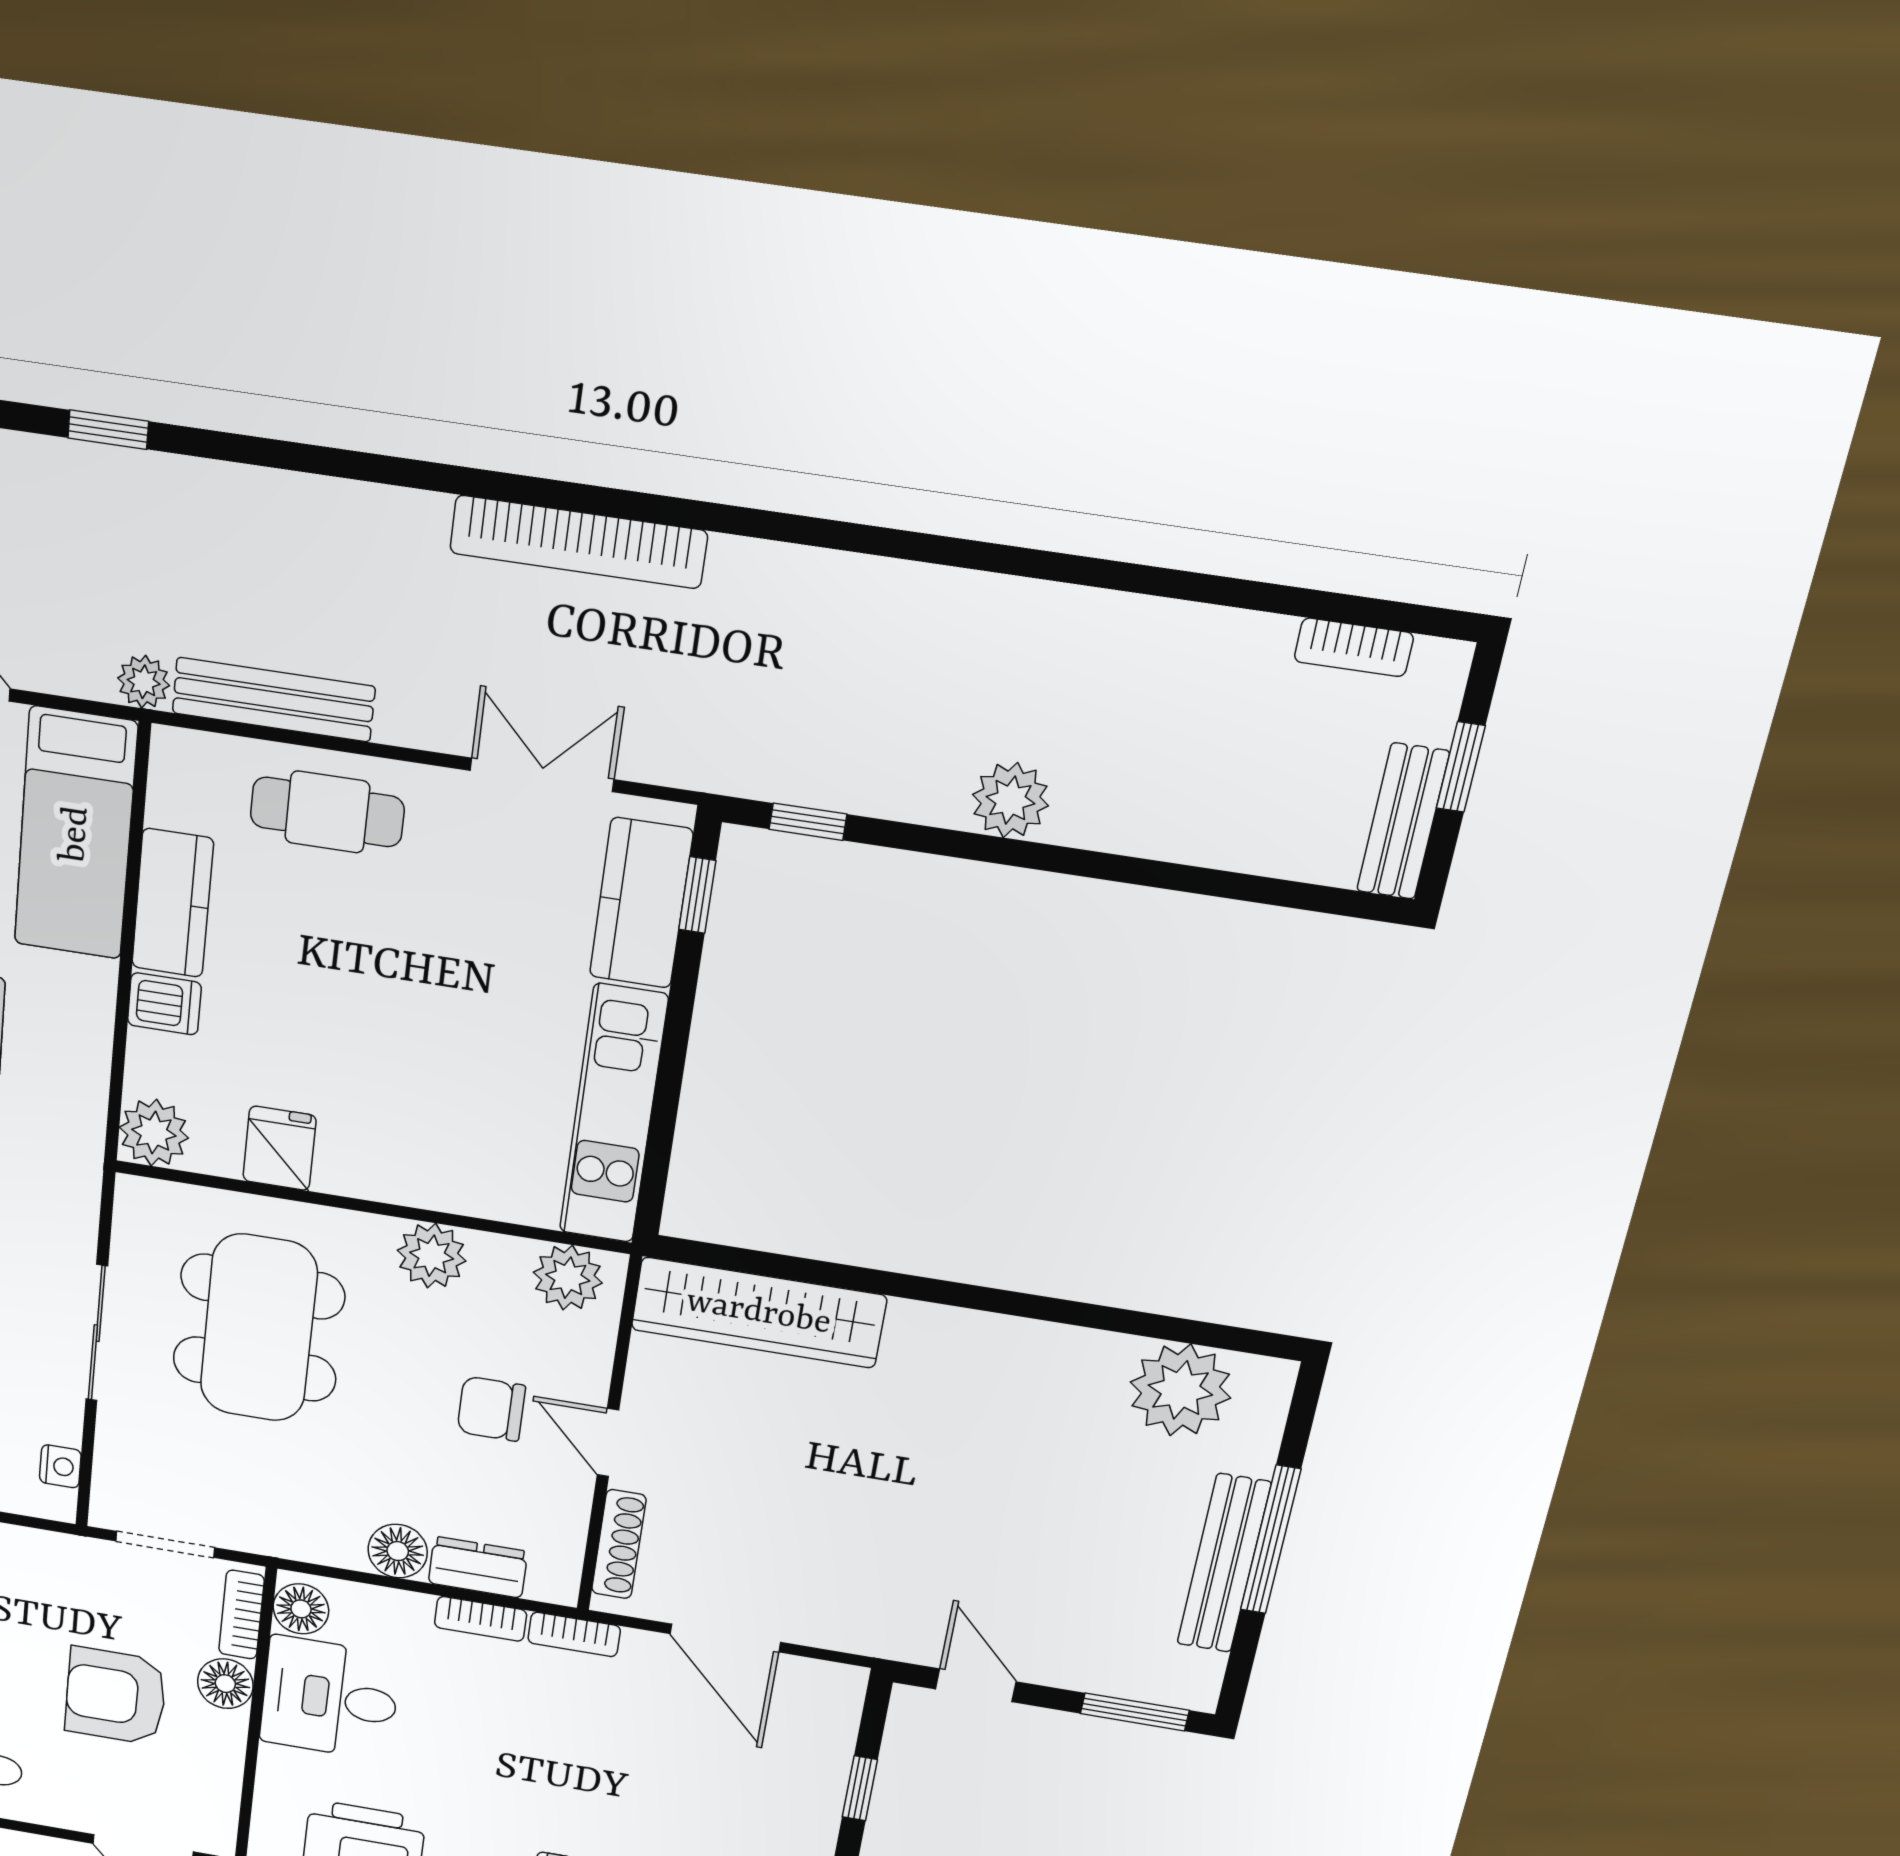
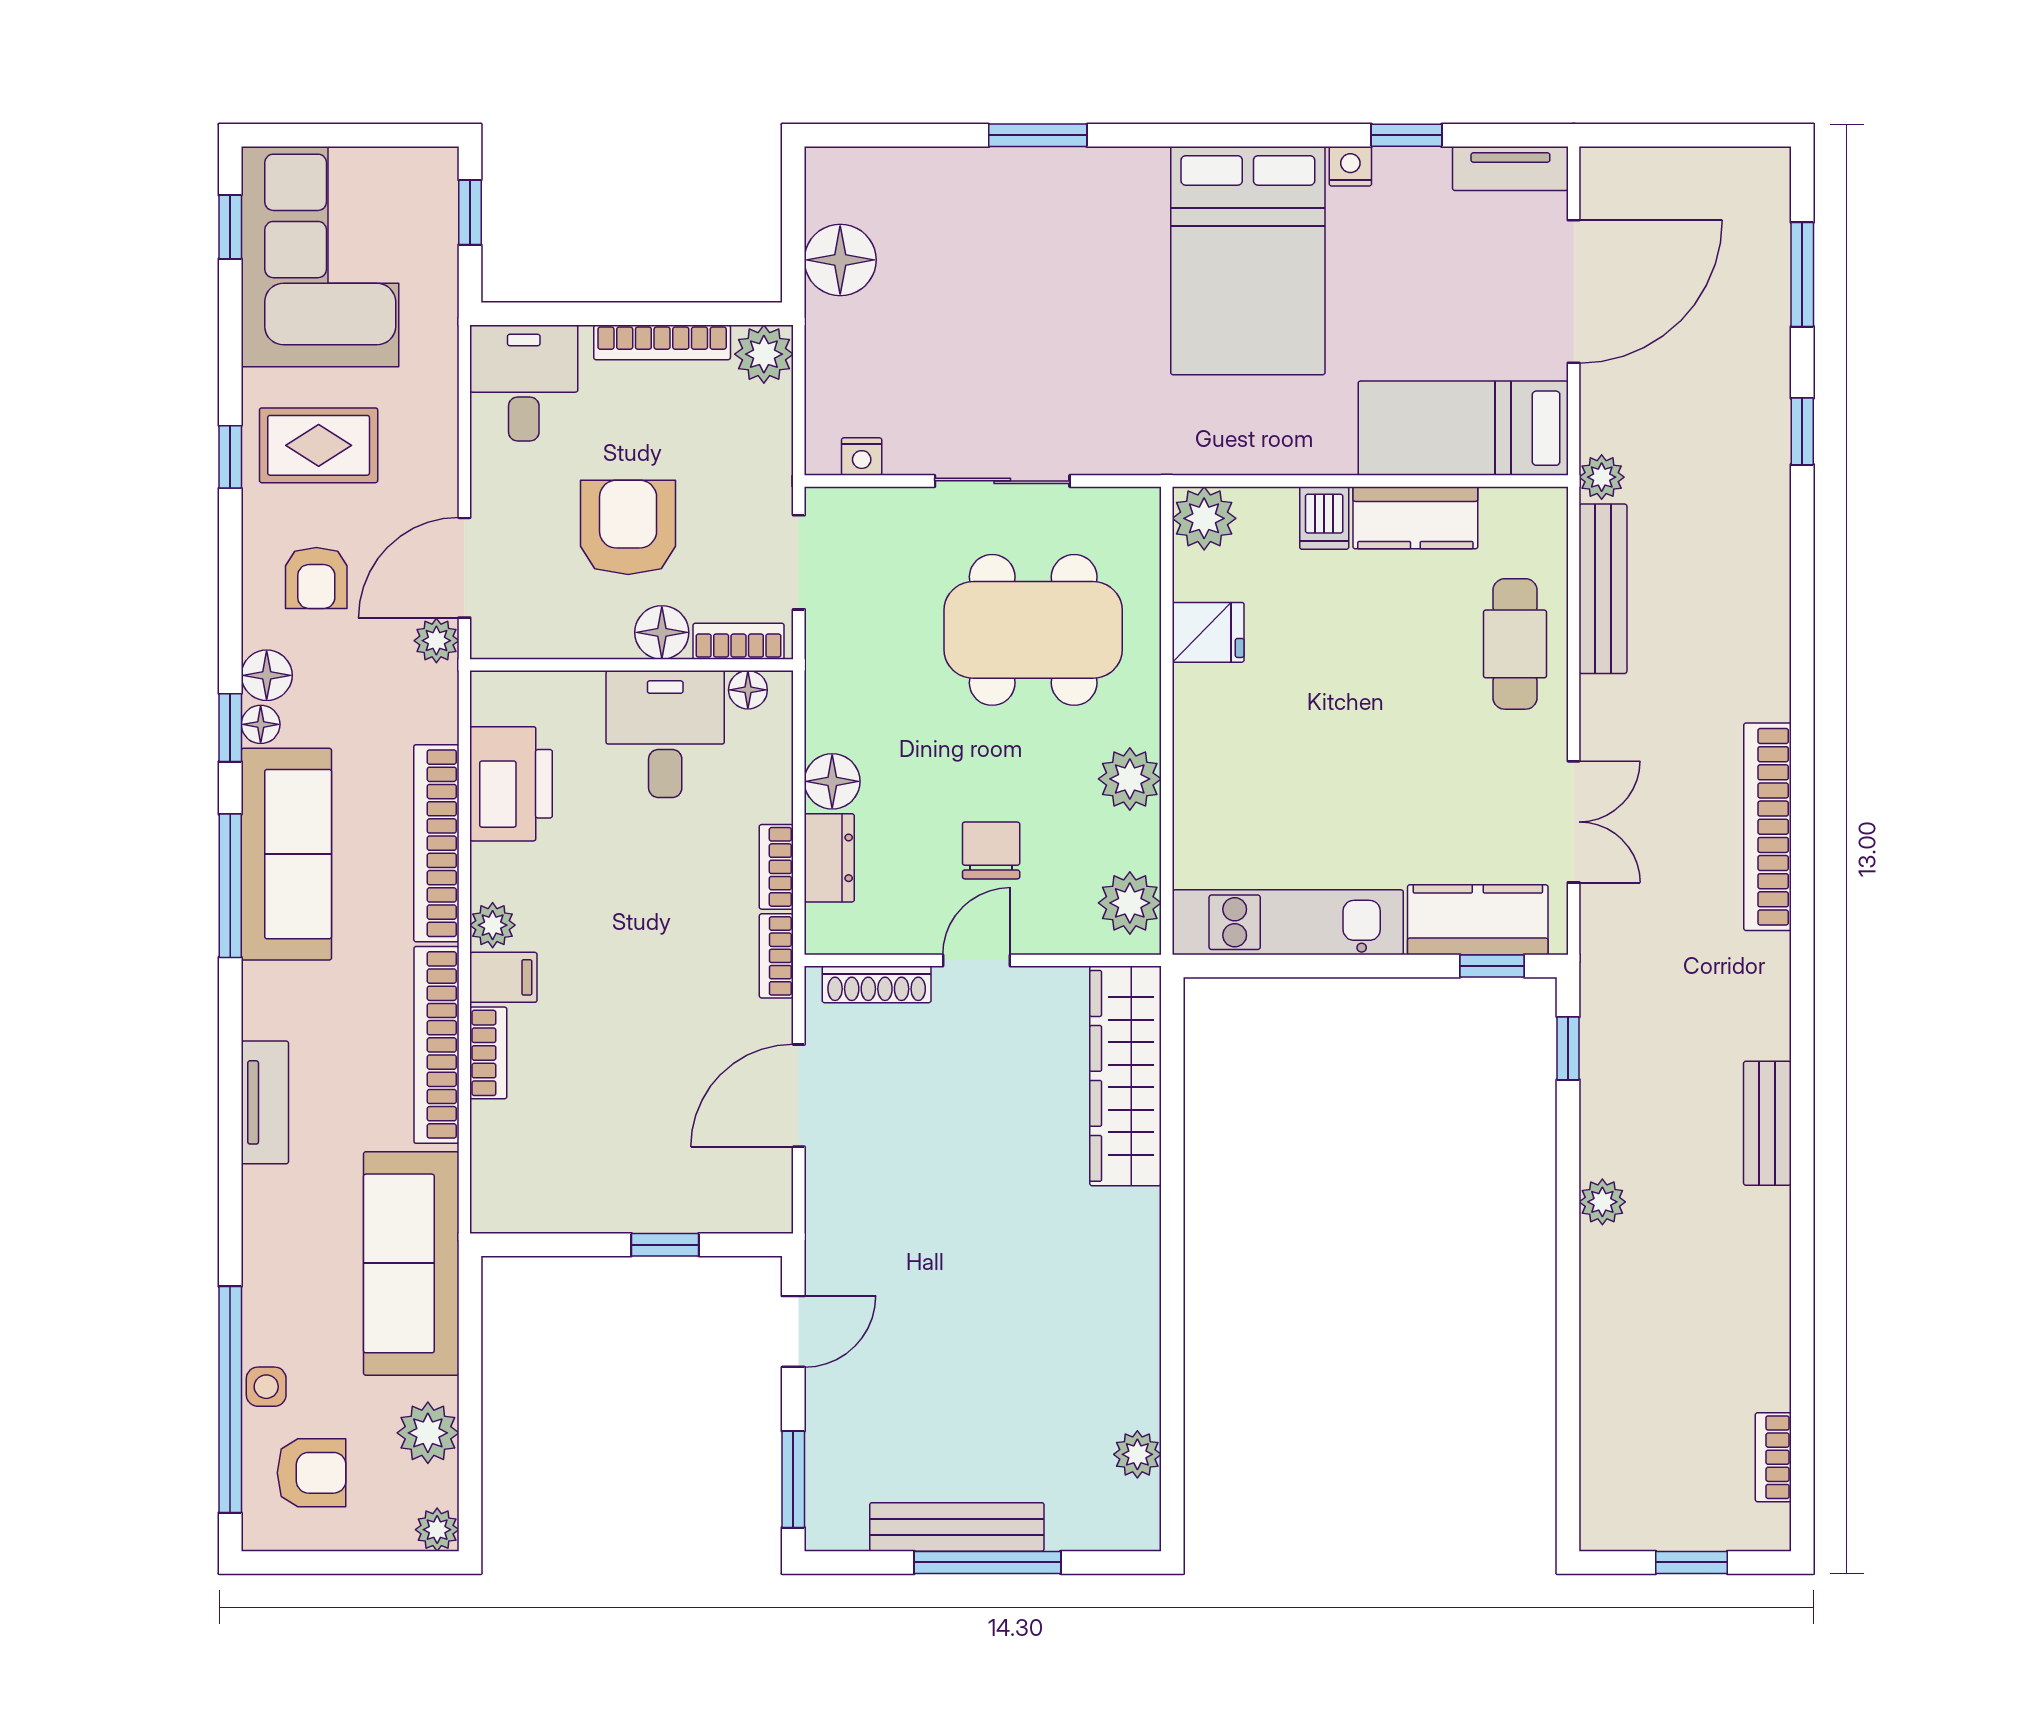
plant: (1010, 800) -> (1602, 1202), width x0.73, depth x0.73
bench: (1403, 821) -> (1767, 1123), moved, turned 90
plant: (1180, 1390) -> (1137, 1454), width x0.53, depth x0.53
floor lamp: (301, 1609) -> (748, 690), width x0.73, depth x0.73

